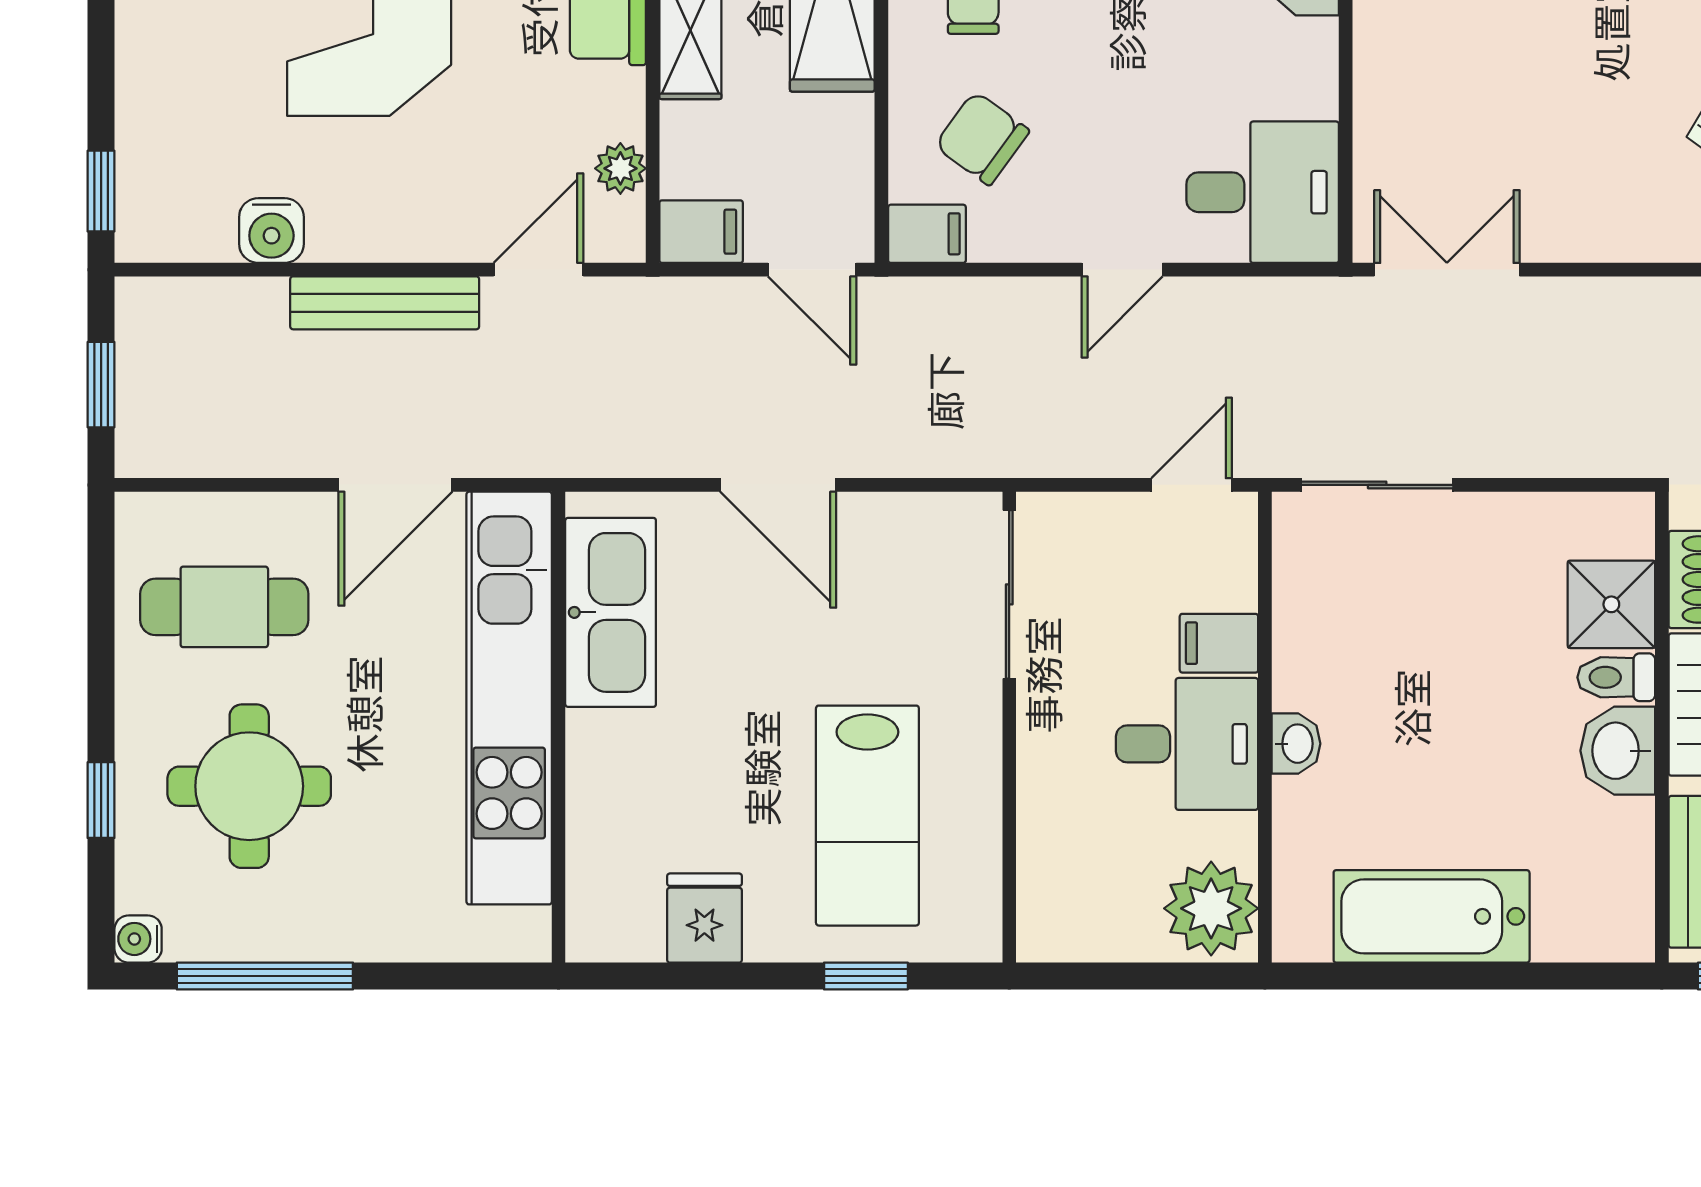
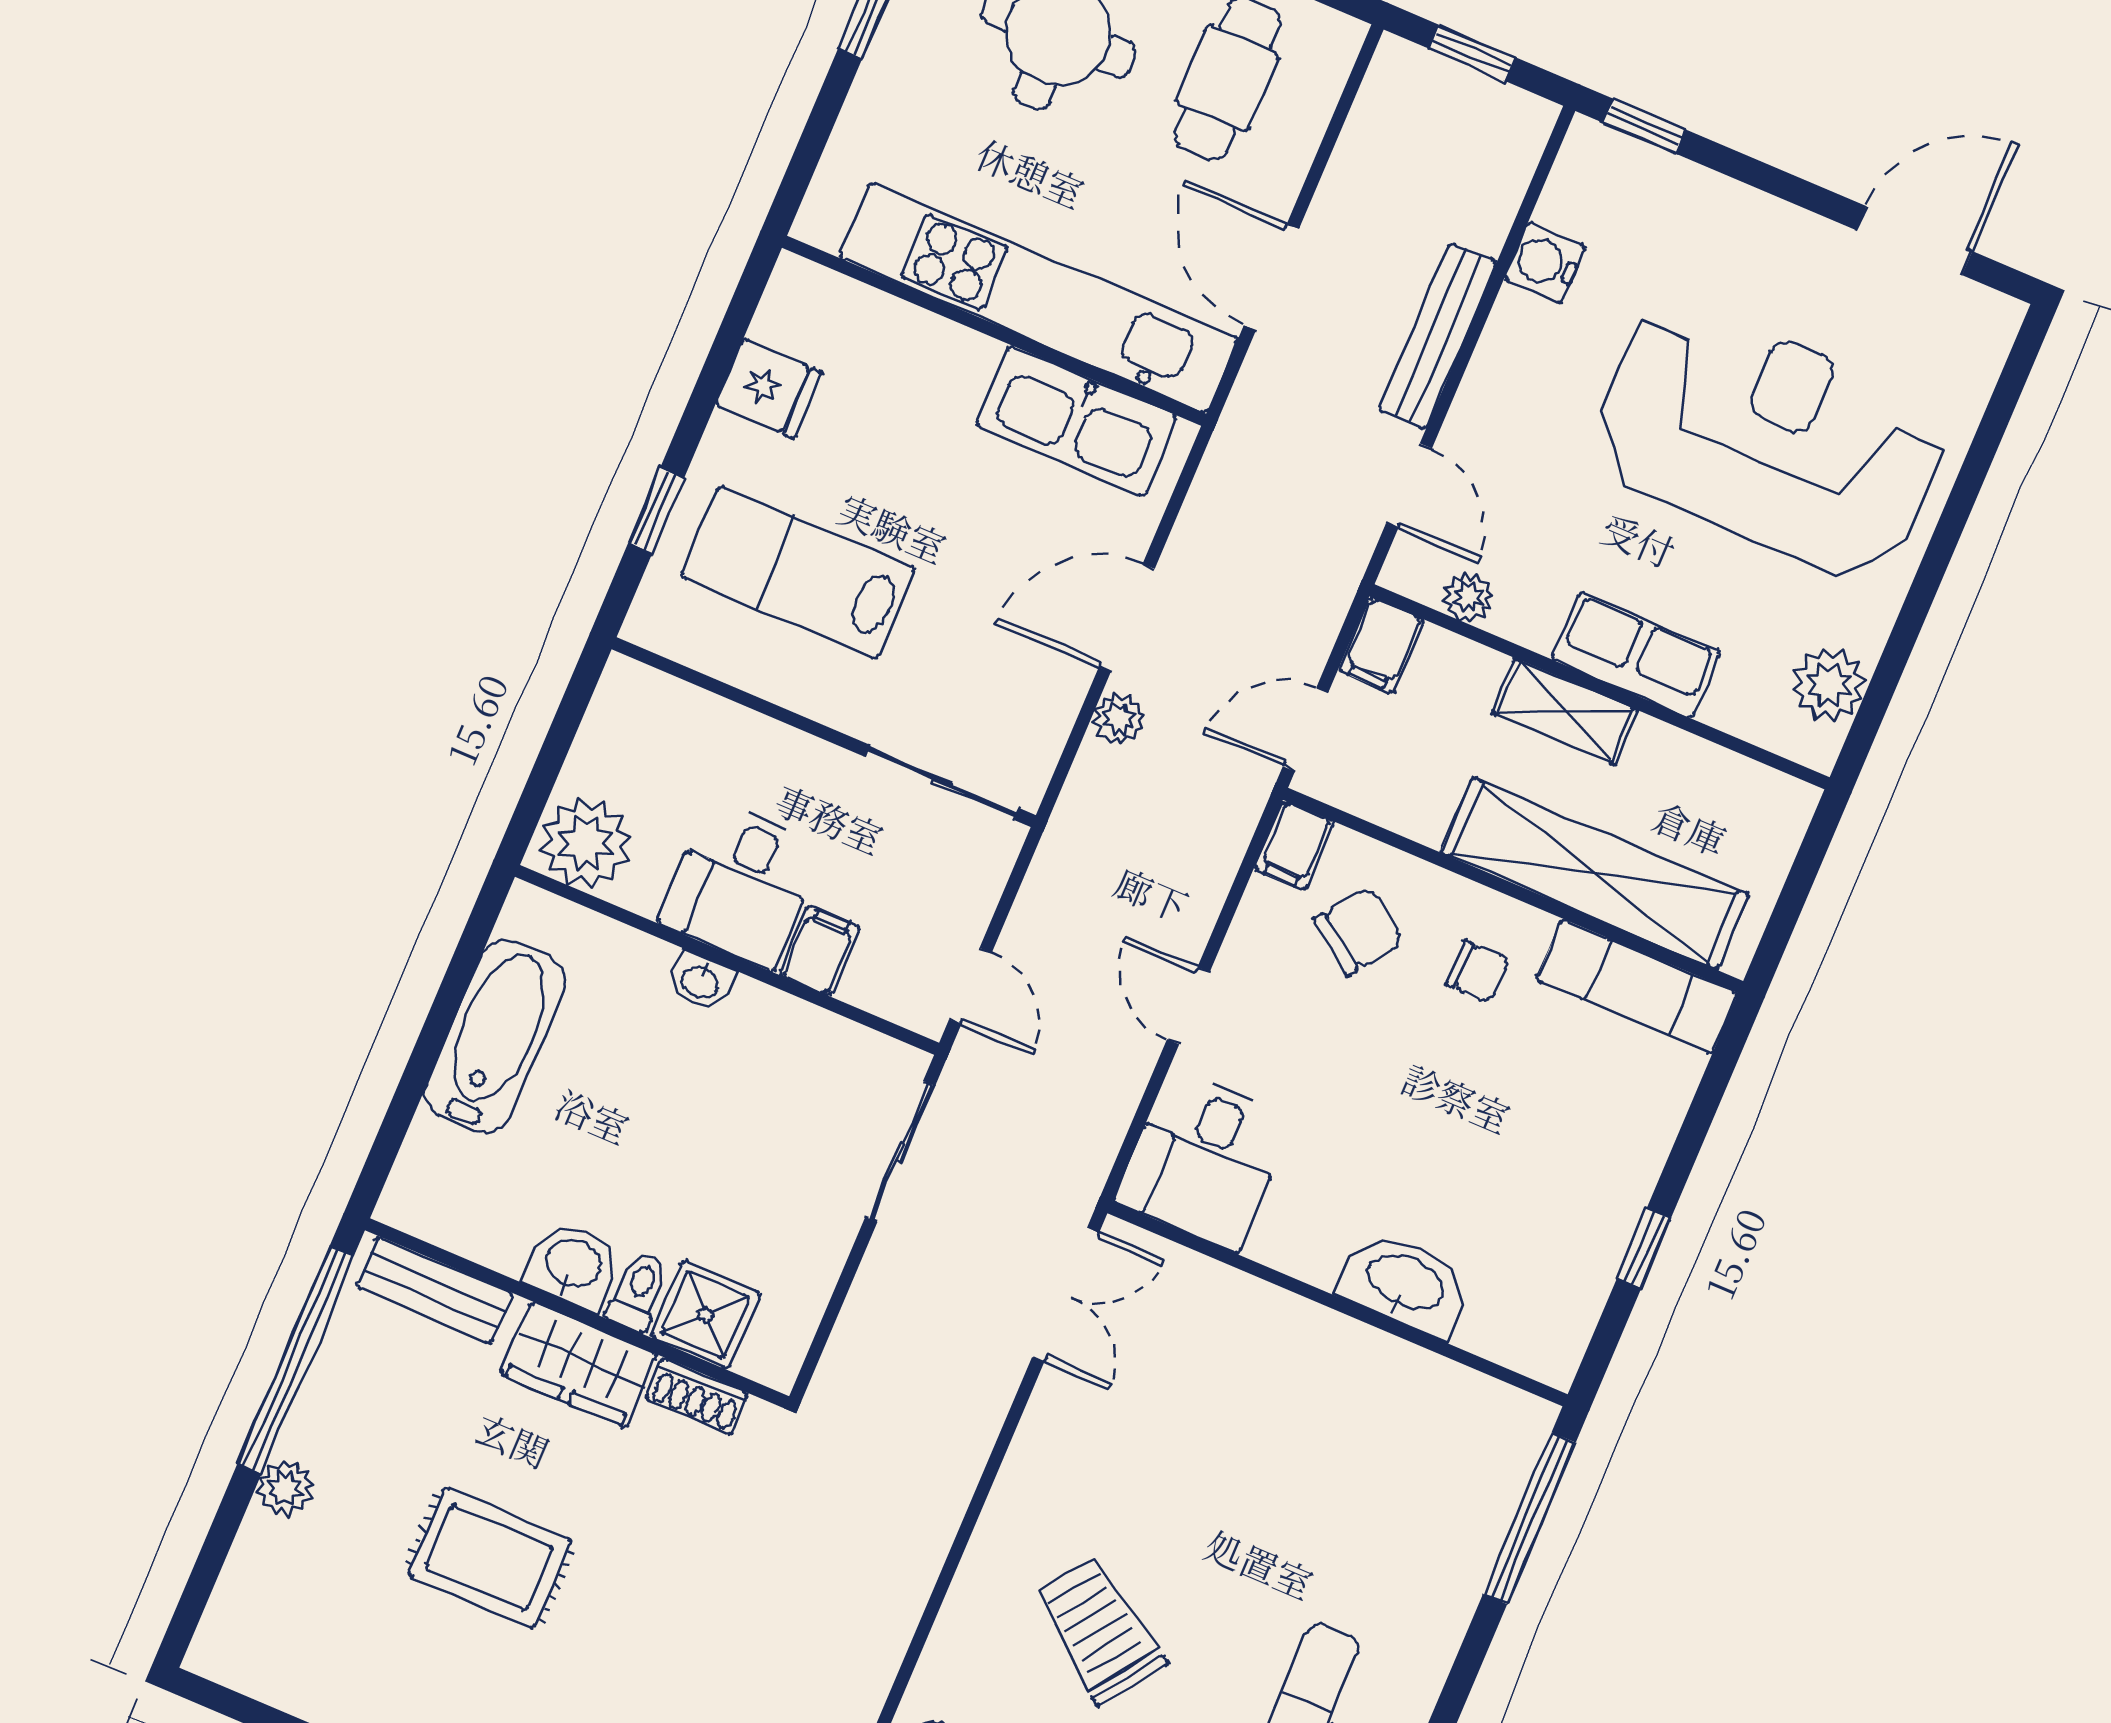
plant: (877, 452) -> (1119, 719), added

